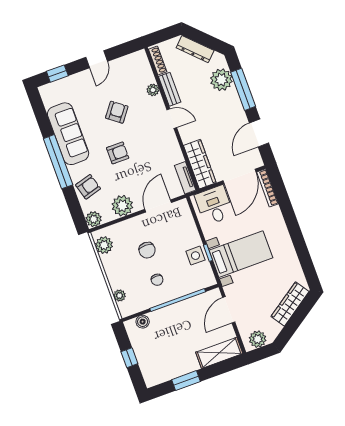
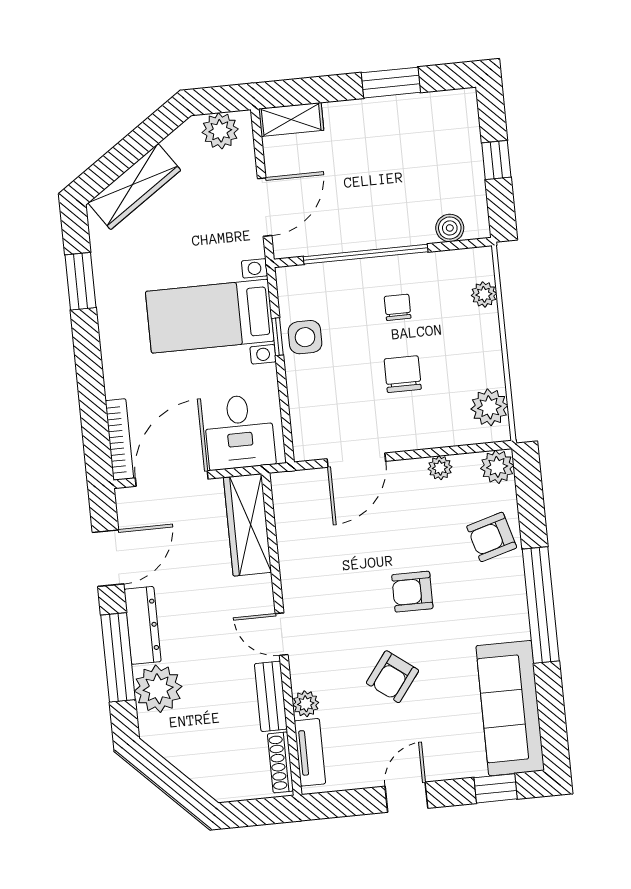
dresser: (195, 49) -> (143, 625), moved, turned 45
sofa: (68, 134) -> (510, 708), moved
tv unit: (185, 178) -> (310, 752), moved
plant: (122, 206) -> (440, 468), width x0.53, depth x0.53
window: (303, 255) -> (80, 281), added
shelving: (219, 353) -> (291, 119), width x0.67, depth x0.75

